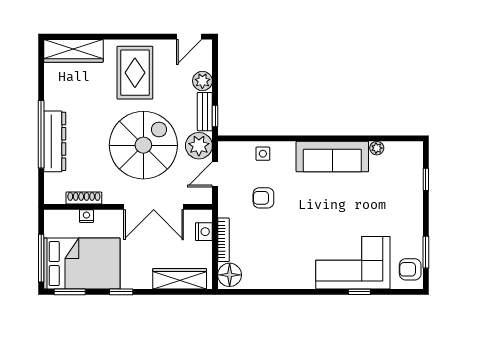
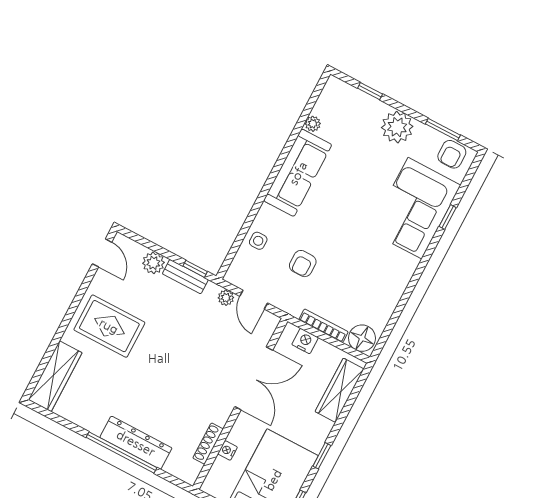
spiral stairs: (143, 145) -> (186, 356), removed
plant: (199, 146) -> (226, 298), width x0.53, depth x0.53
plant: (409, 215) -> (397, 127), added

